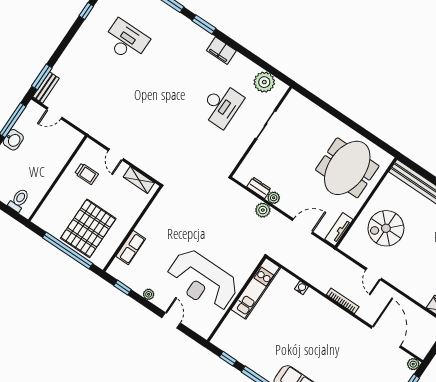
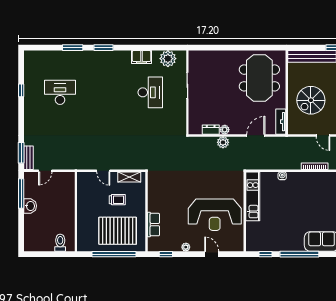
filing cabinet: (221, 51) -> (142, 57), moved
trolley: (87, 174) -> (117, 200), moved
pallet: (88, 228) -> (118, 231), turned 90

